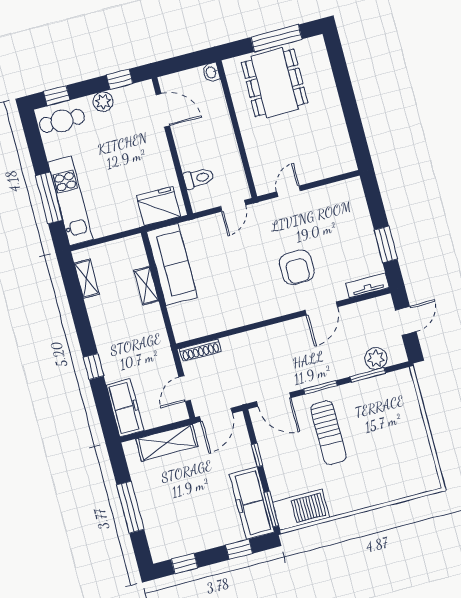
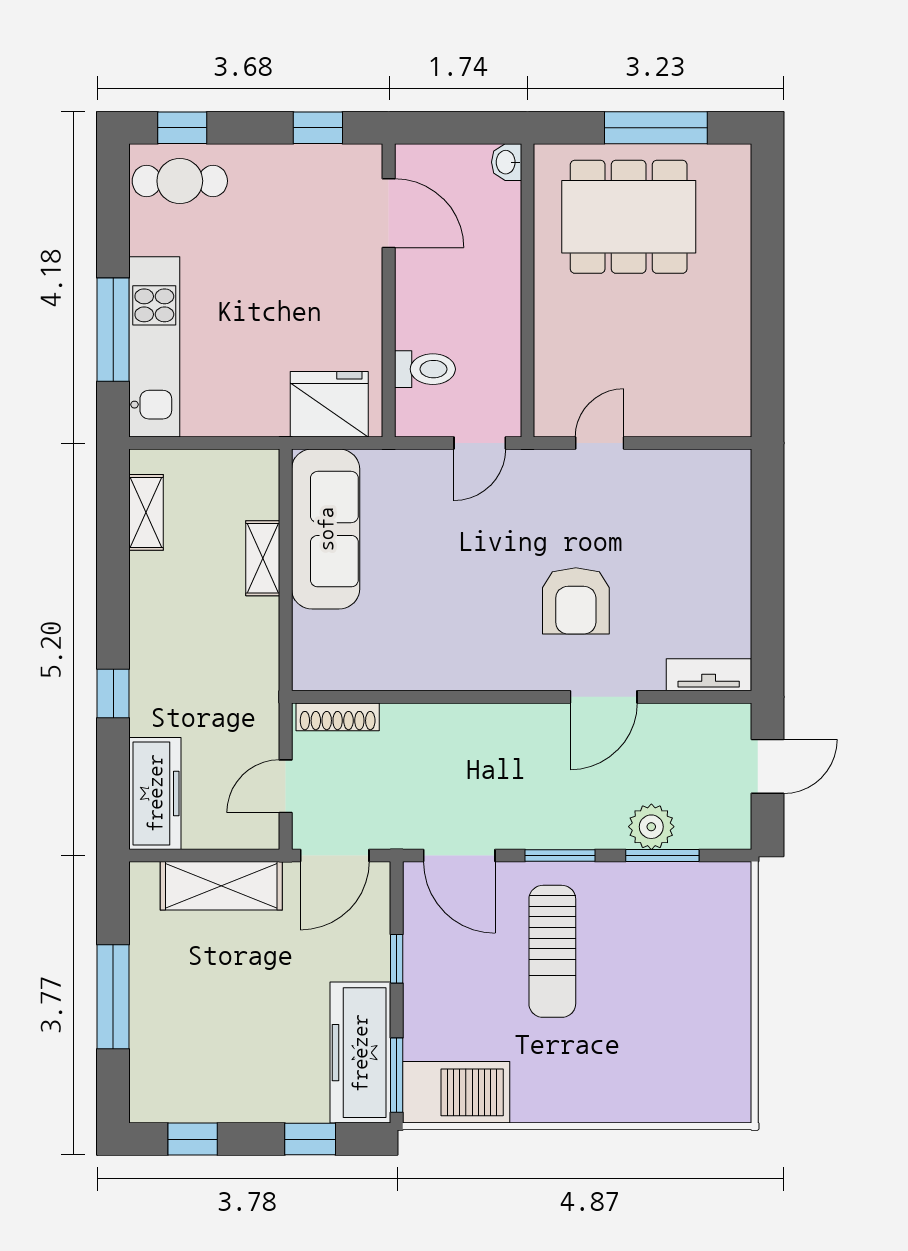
dining table: (275, 83) -> (629, 217), turned 90
plant: (103, 102) -> (273, 164), removed
window: (386, 245) -> (767, 602), removed
plant: (376, 359) -> (651, 827), moved

